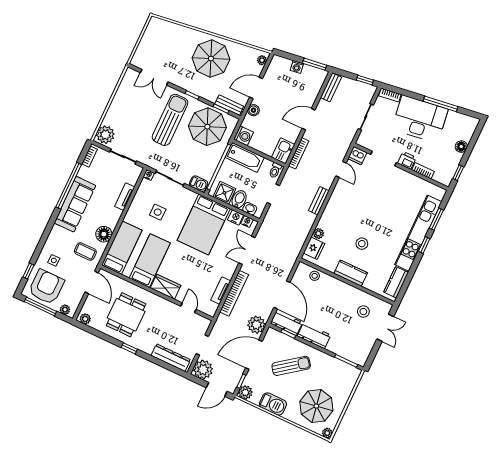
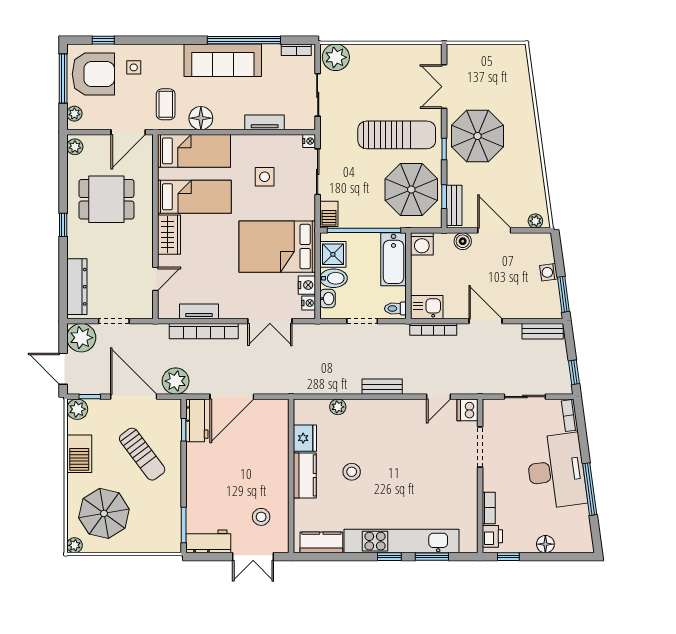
parasol: (211, 59) -> (478, 136), moved
printer: (407, 160) -> (492, 536), moved
fridge: (314, 248) -> (305, 438), moved, turned -90
double door: (247, 250) -> (270, 321), swing flipped
stool: (315, 276) -> (278, 429), removed
workbench: (314, 336) -> (208, 541), moved, turned -90

